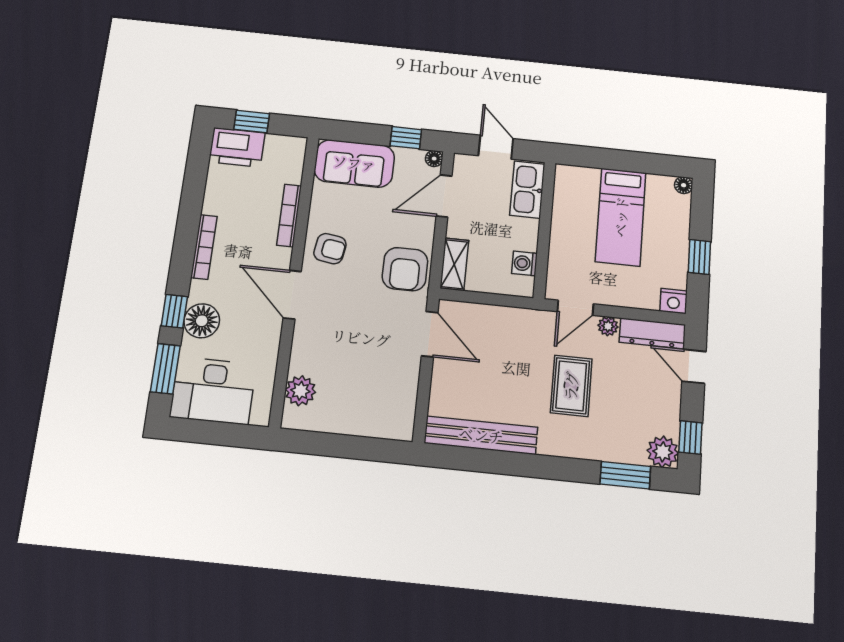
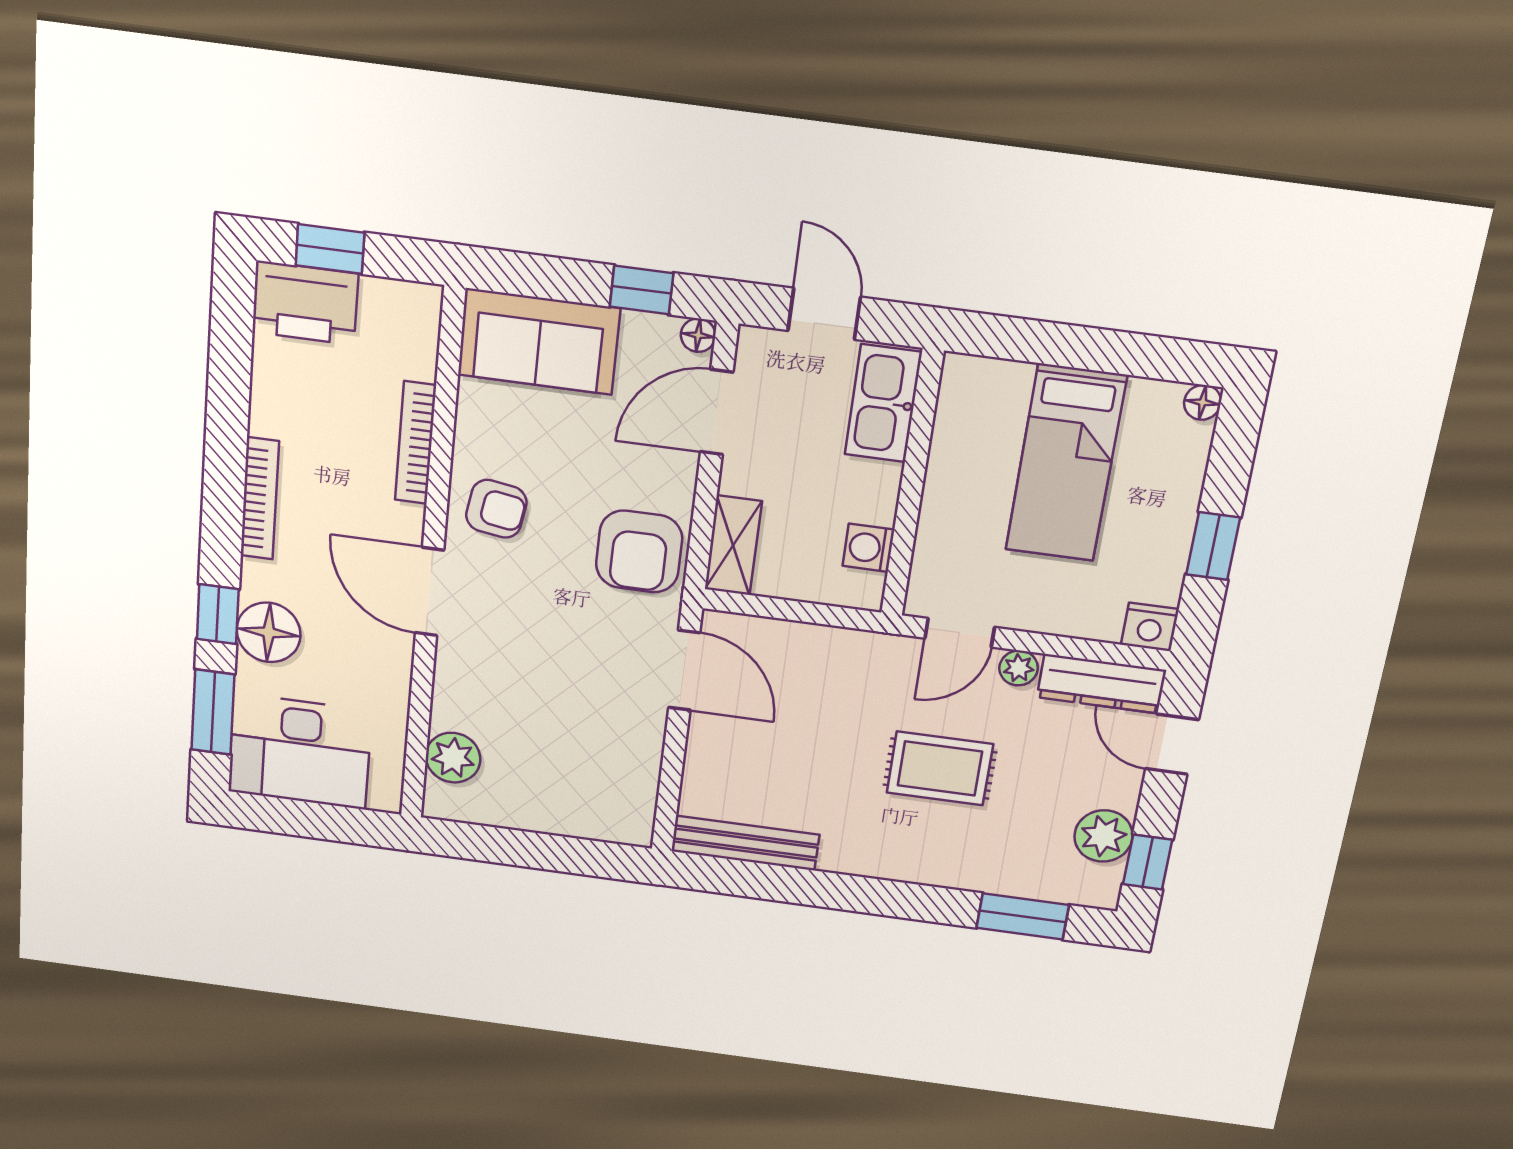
rug: (571, 386) -> (940, 768), turned 90
bench: (481, 435) -> (745, 843), width x0.73, depth x0.82
plant: (663, 452) -> (1104, 836), moved

